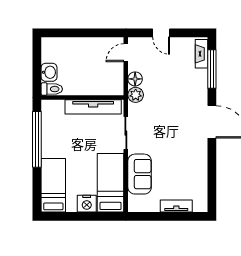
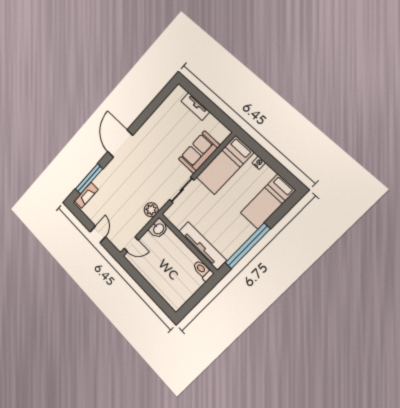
washbasin: (49, 72) -> (158, 229), moved, turned 180
floor lamp: (135, 79) -> (142, 221), removed
tv unit: (93, 107) -> (202, 246), moved
nightstand: (87, 204) -> (259, 163), width x0.53, depth x0.56

